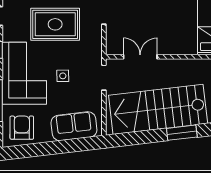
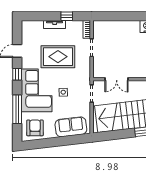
double door: (140, 57) -> (117, 79), swing flipped

